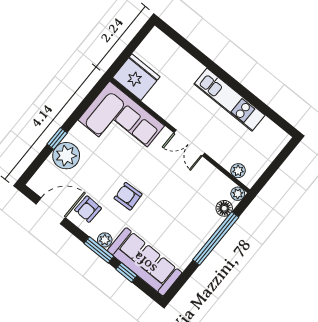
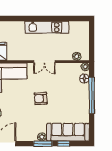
armchair: (128, 196) -> (41, 98), moved
armchair: (88, 209) -> (23, 129), removed

